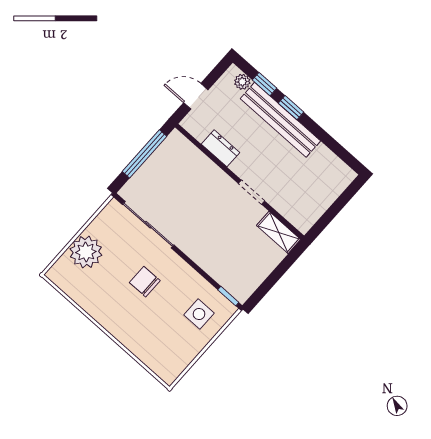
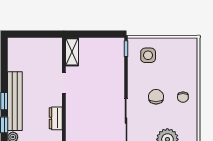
chair: (145, 282) -> (156, 97), turned 180
chair: (118, 311) -> (183, 97), added

